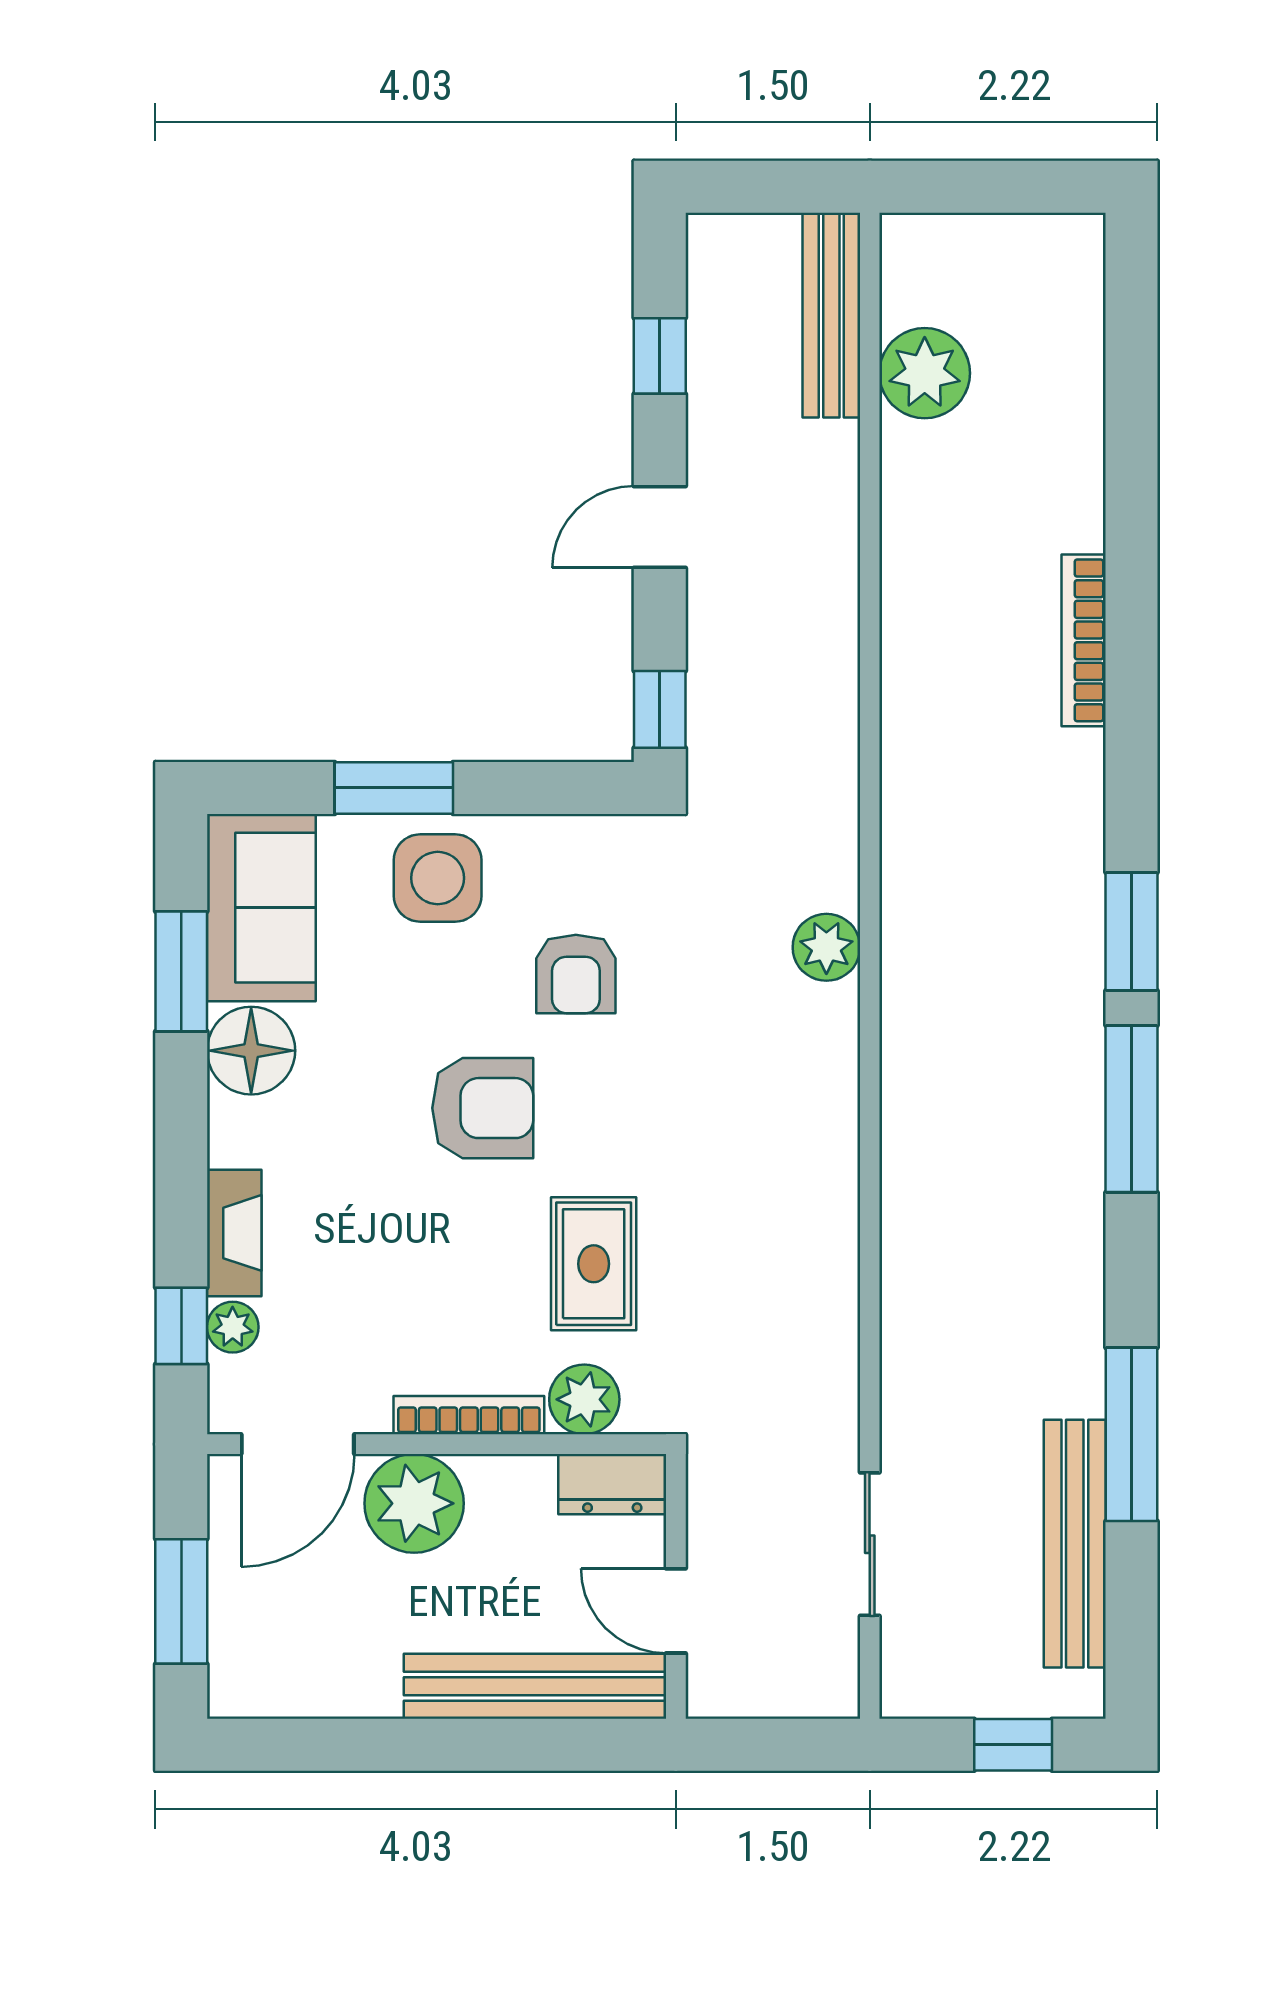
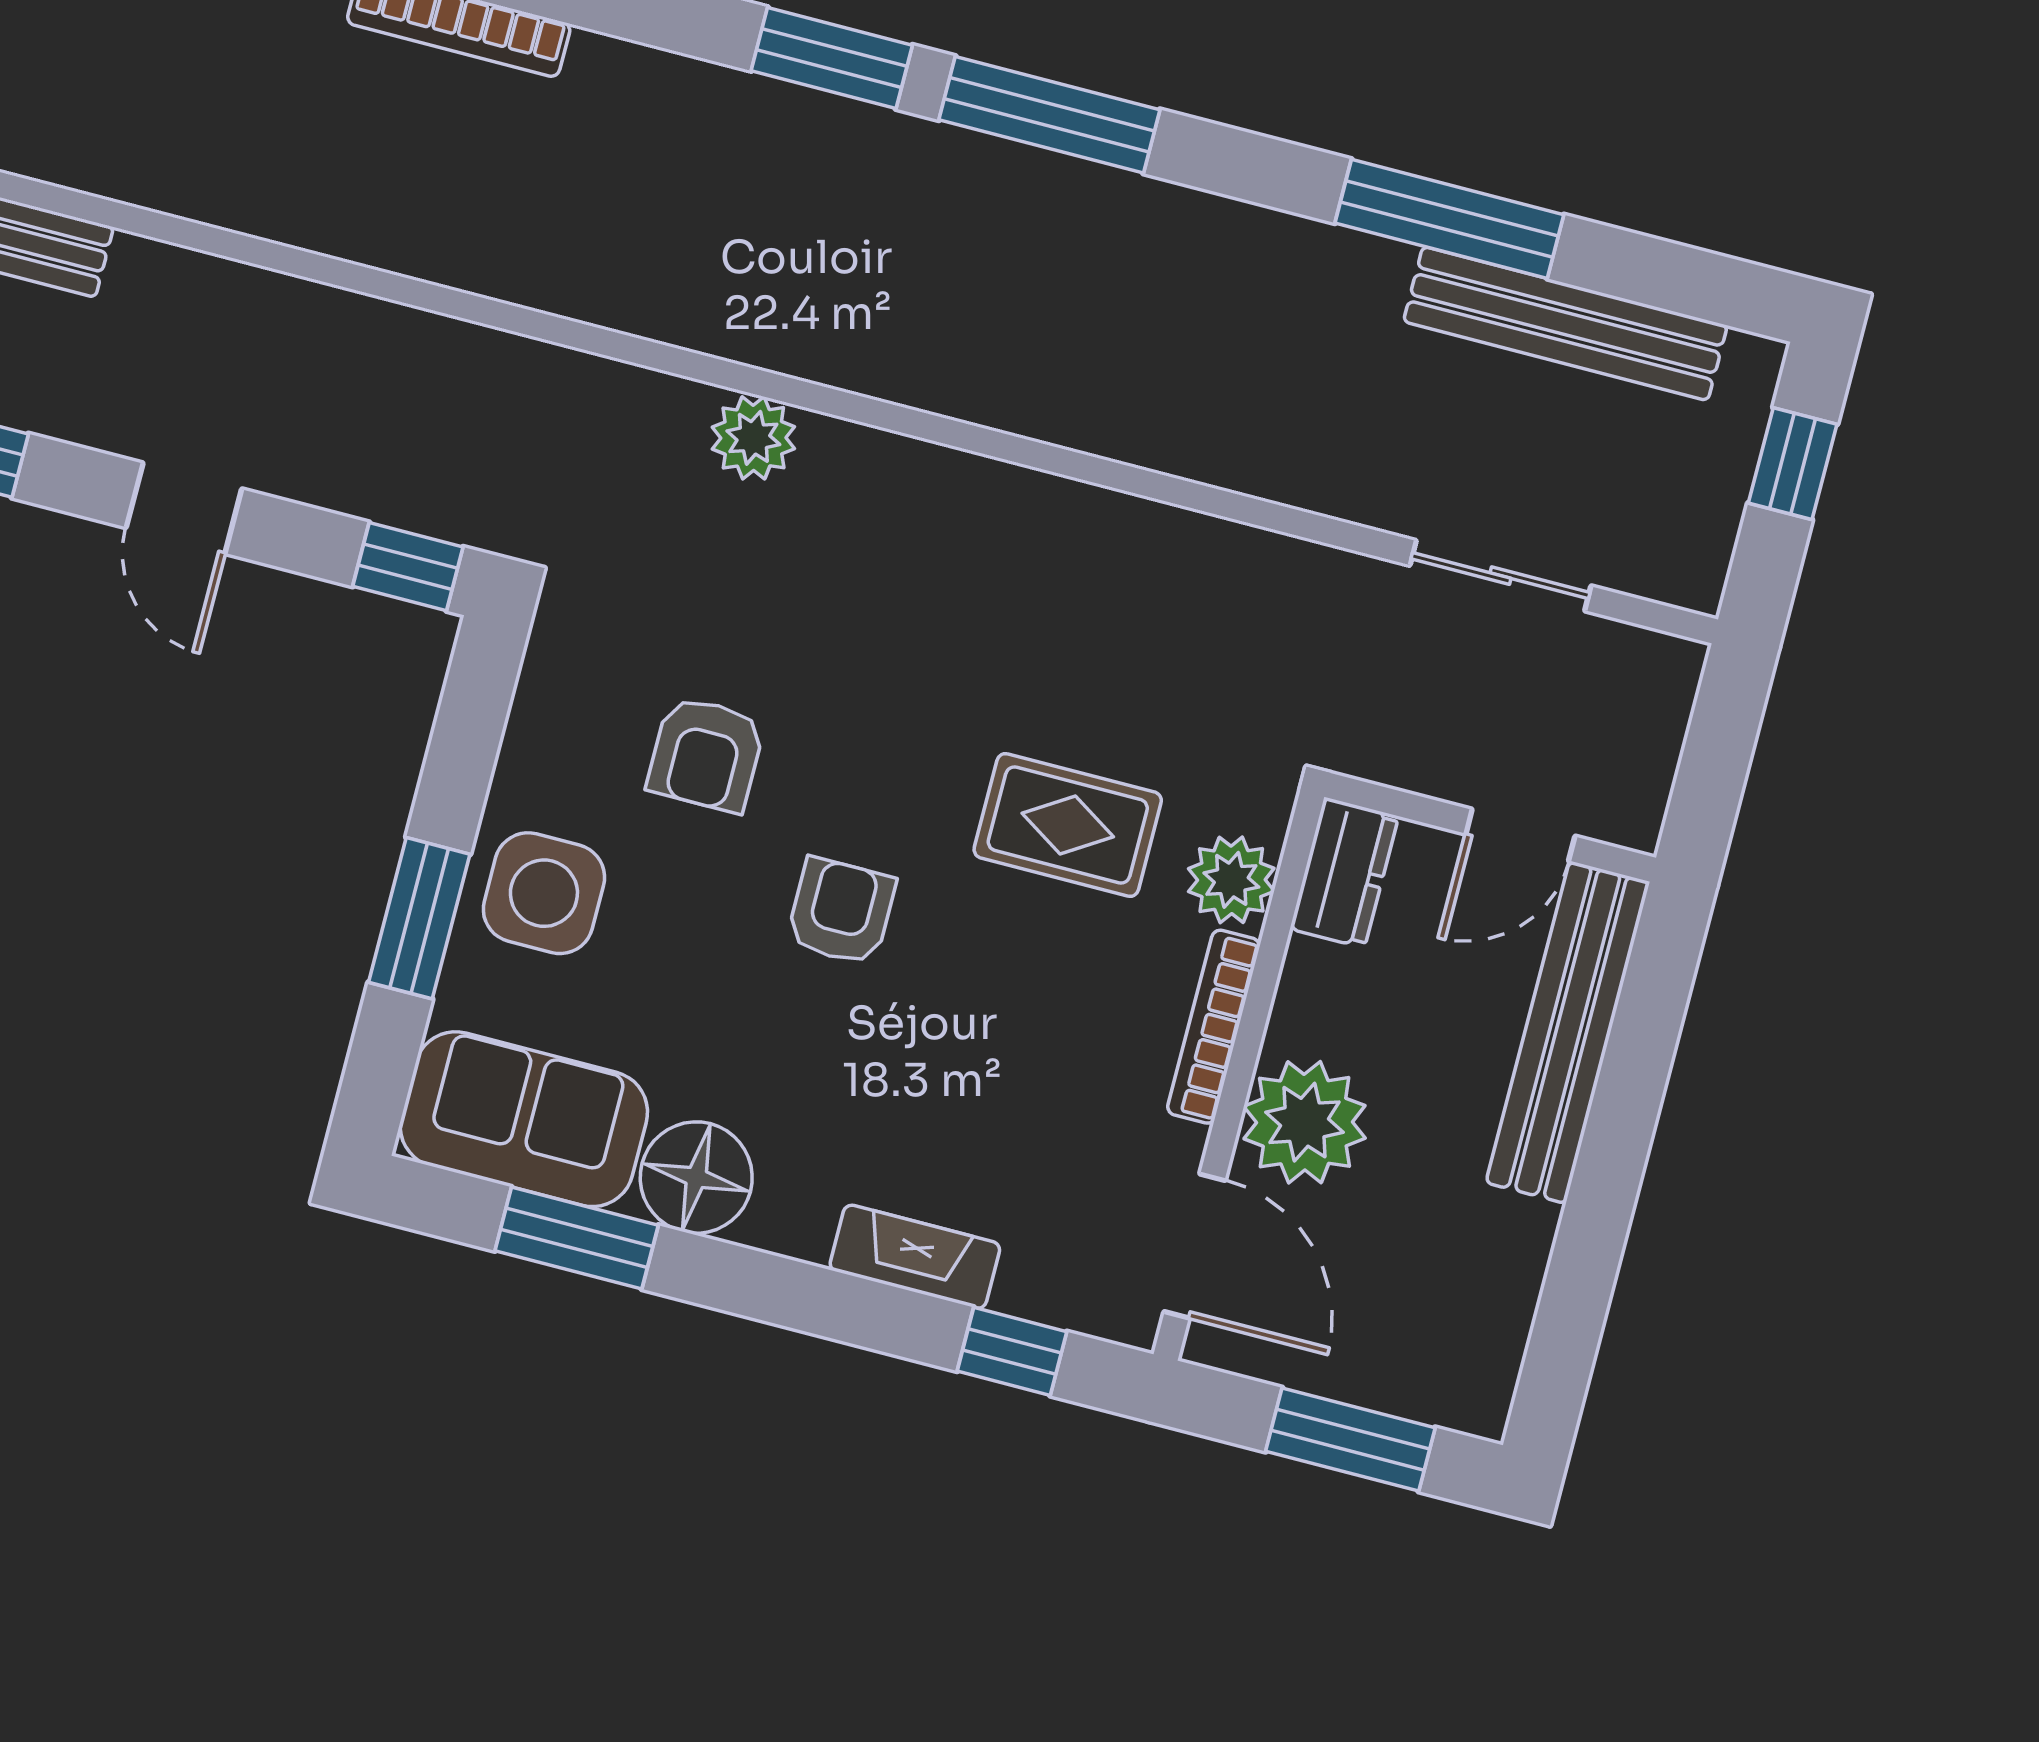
plant: (925, 373) -> (80, 133), removed
armchair: (576, 974) -> (706, 754), turned 90
armchair: (483, 1108) -> (841, 911), width x0.72, depth x0.72
plant: (233, 1327) -> (1030, 1289), removed

